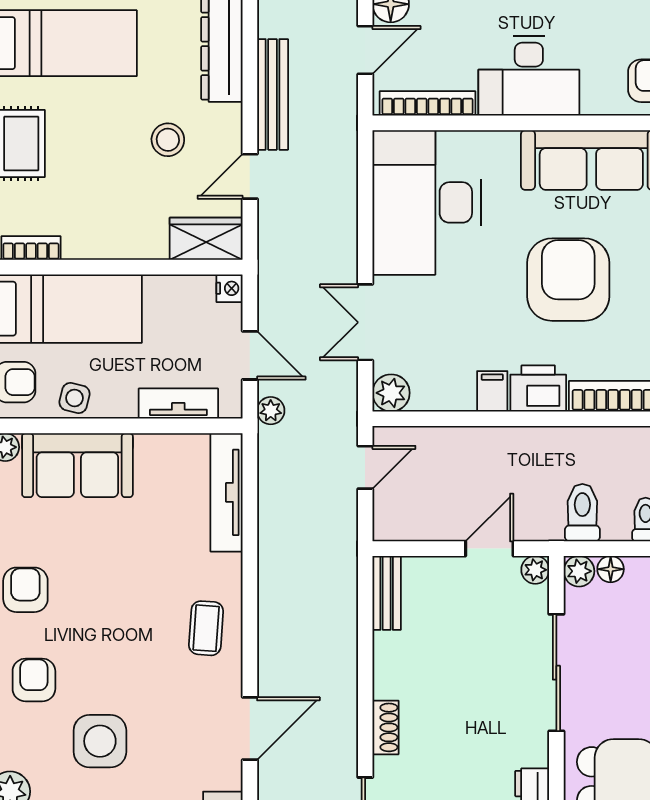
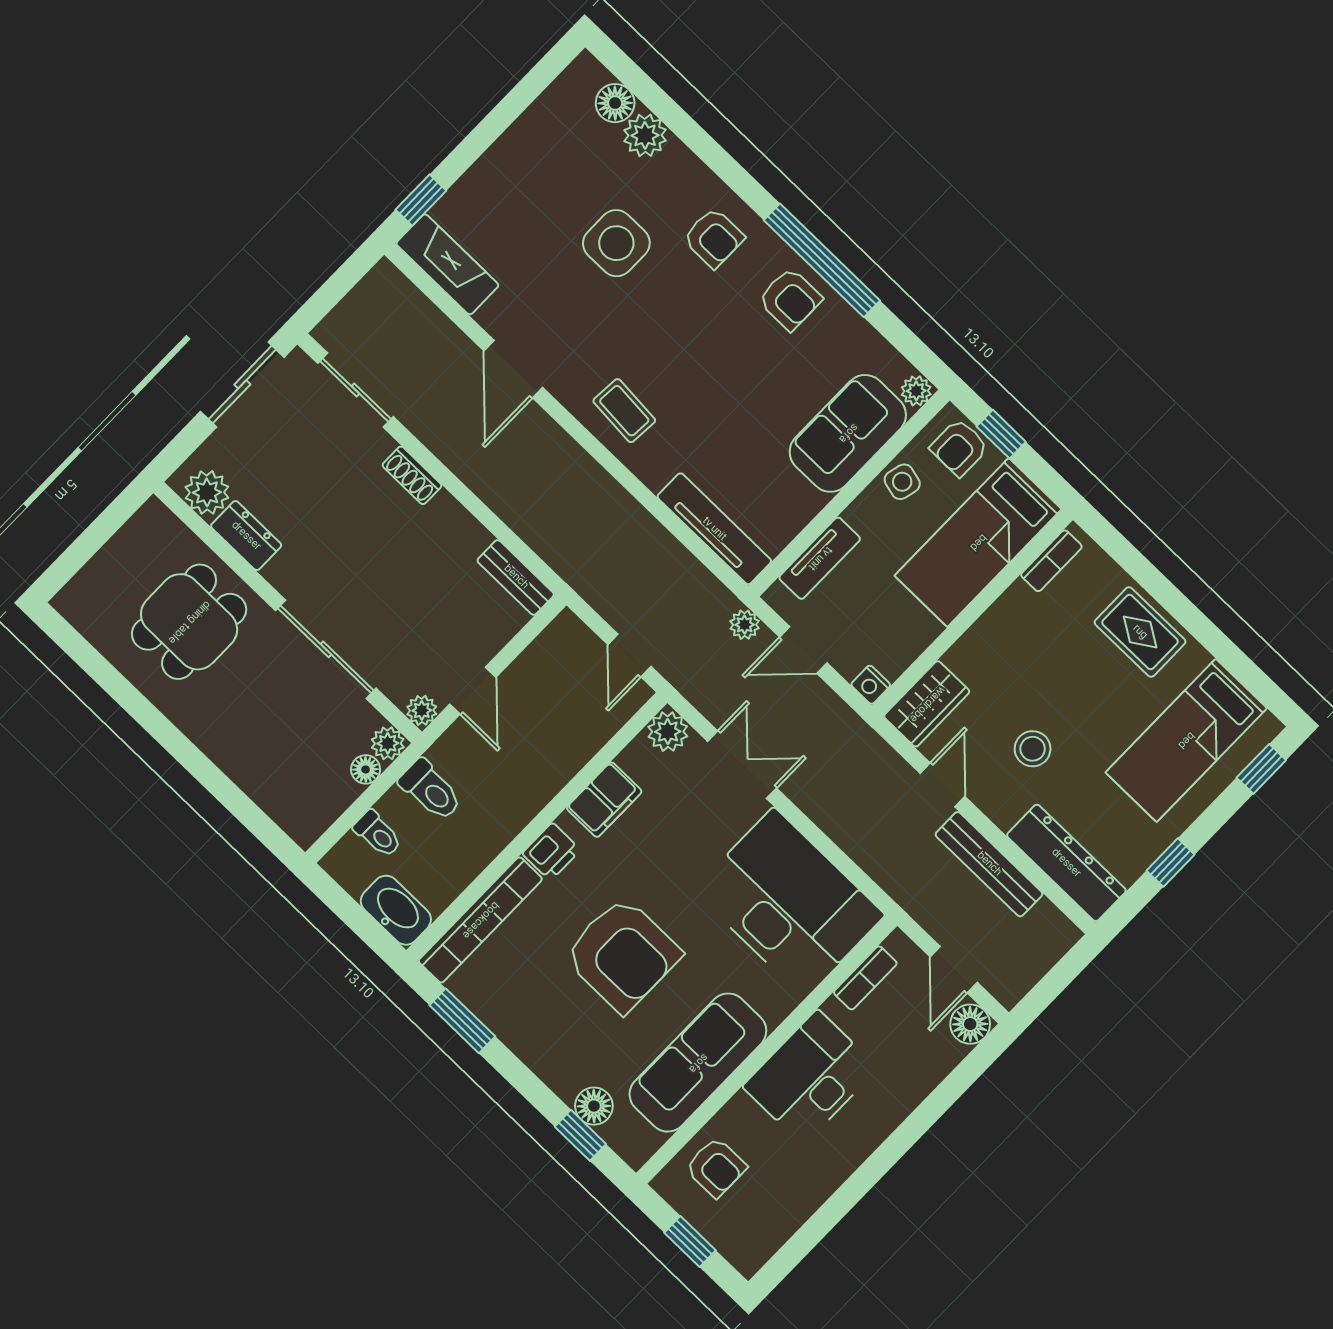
bookcase: (428, 103) -> (865, 978), width x0.64
printer: (538, 388) -> (551, 852), width x0.73, depth x0.81
filing cabinet: (492, 391) -> (604, 800), width x2.00

